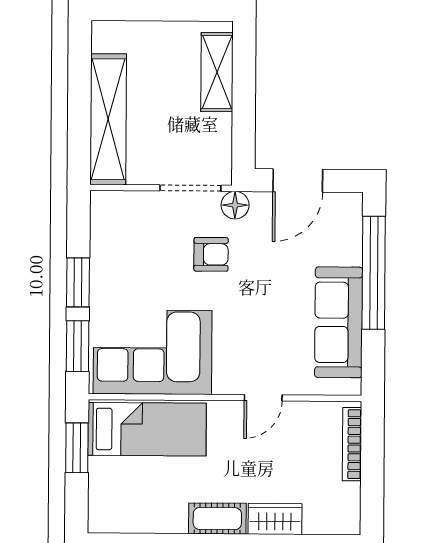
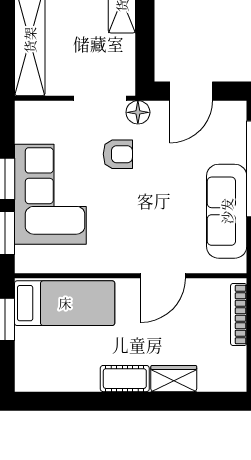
corner sofa: (153, 352) -> (50, 194), moved, turned 90
door: (263, 398) -> (163, 276), width x1.38

